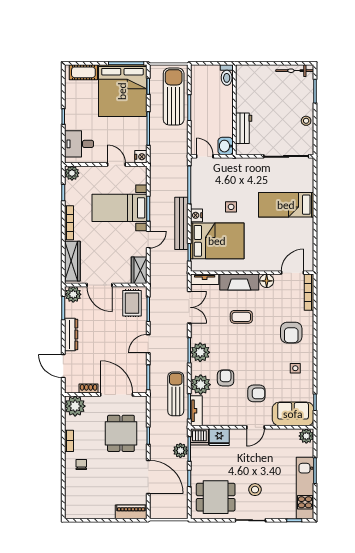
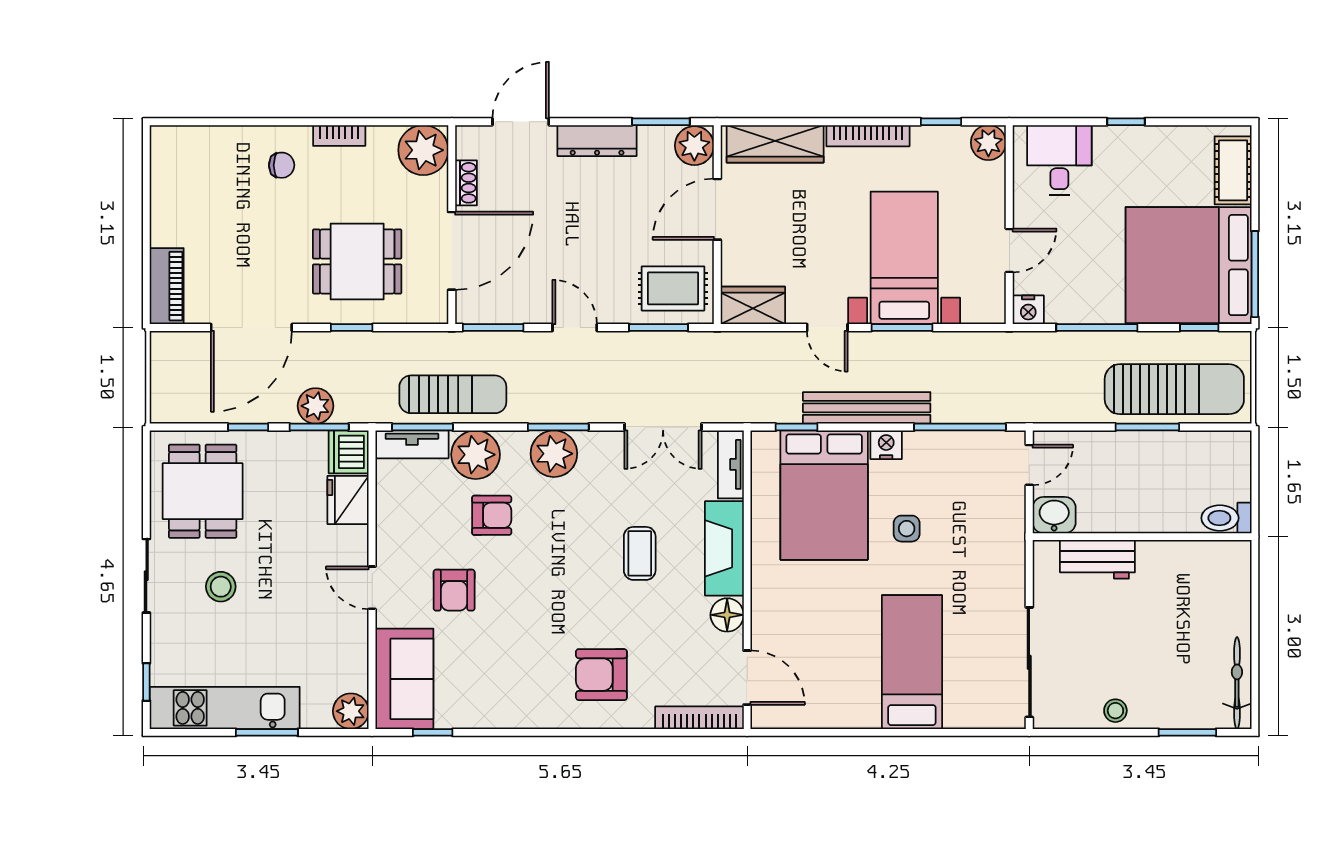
side table: (295, 368) -> (515, 684), removed

